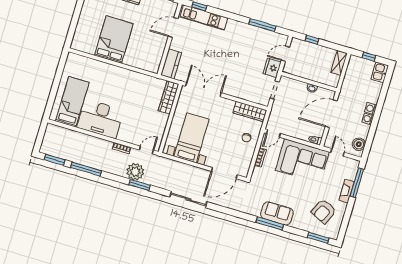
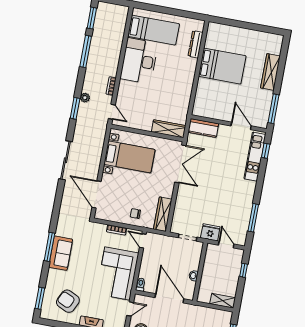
dresser: (90, 63) -> (196, 44), added
plant: (135, 172) -> (85, 98), width x0.53, depth x0.53

